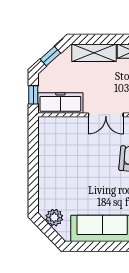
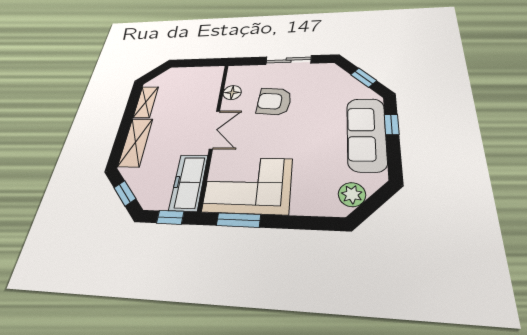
window: (33, 143) -> (239, 220), added
corner sofa: (59, 146) -> (248, 185), added
window: (110, 246) -> (392, 124), added

